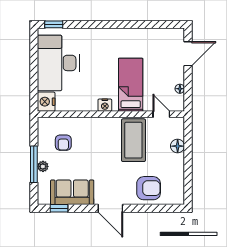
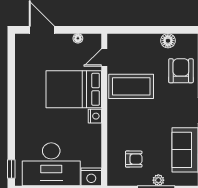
bed: (131, 85) -> (74, 89), width x1.50
floor lamp: (178, 146) -> (168, 41), moved

